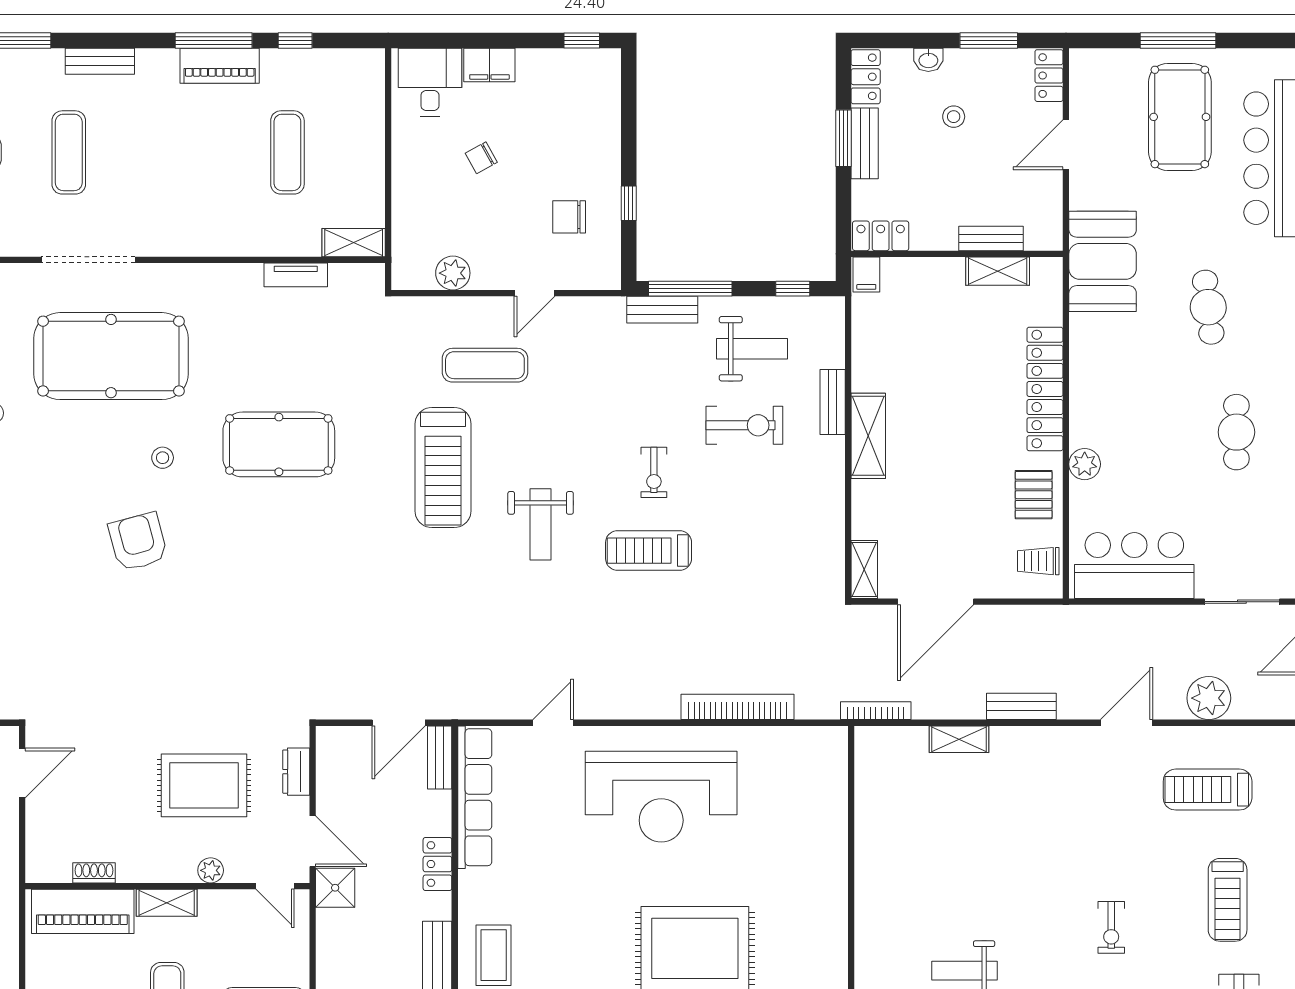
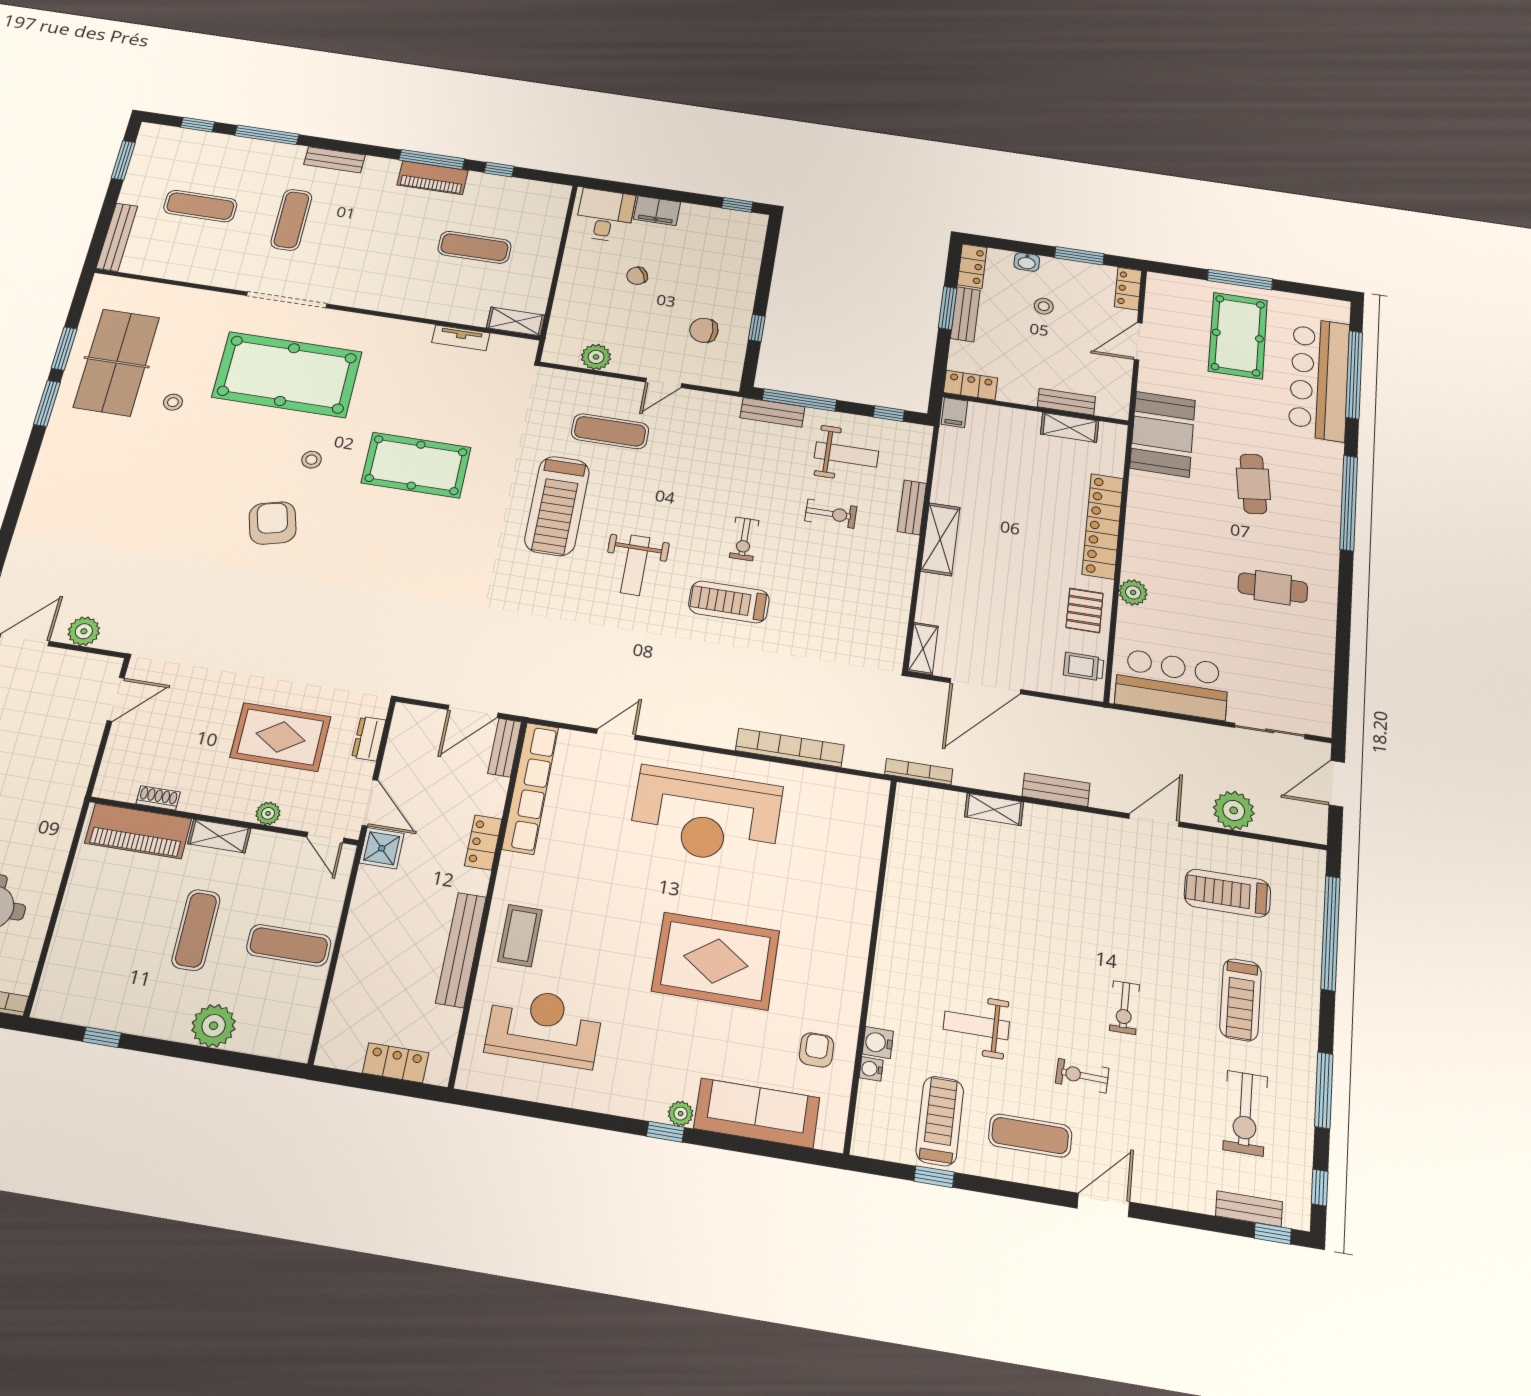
exercise mat: (287, 152) -> (474, 247), turned 90
exercise bike: (744, 425) -> (831, 514), width x0.73, depth x0.72
cafe table: (1236, 432) -> (1273, 588), turned 90

